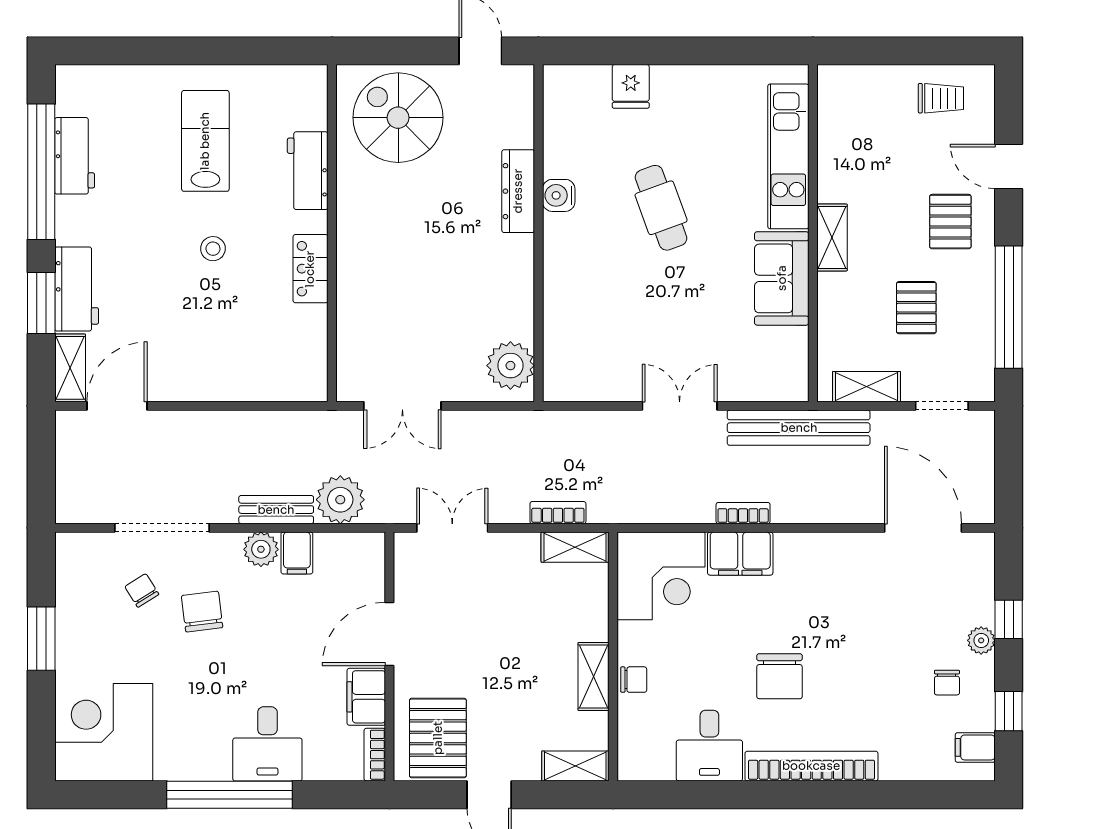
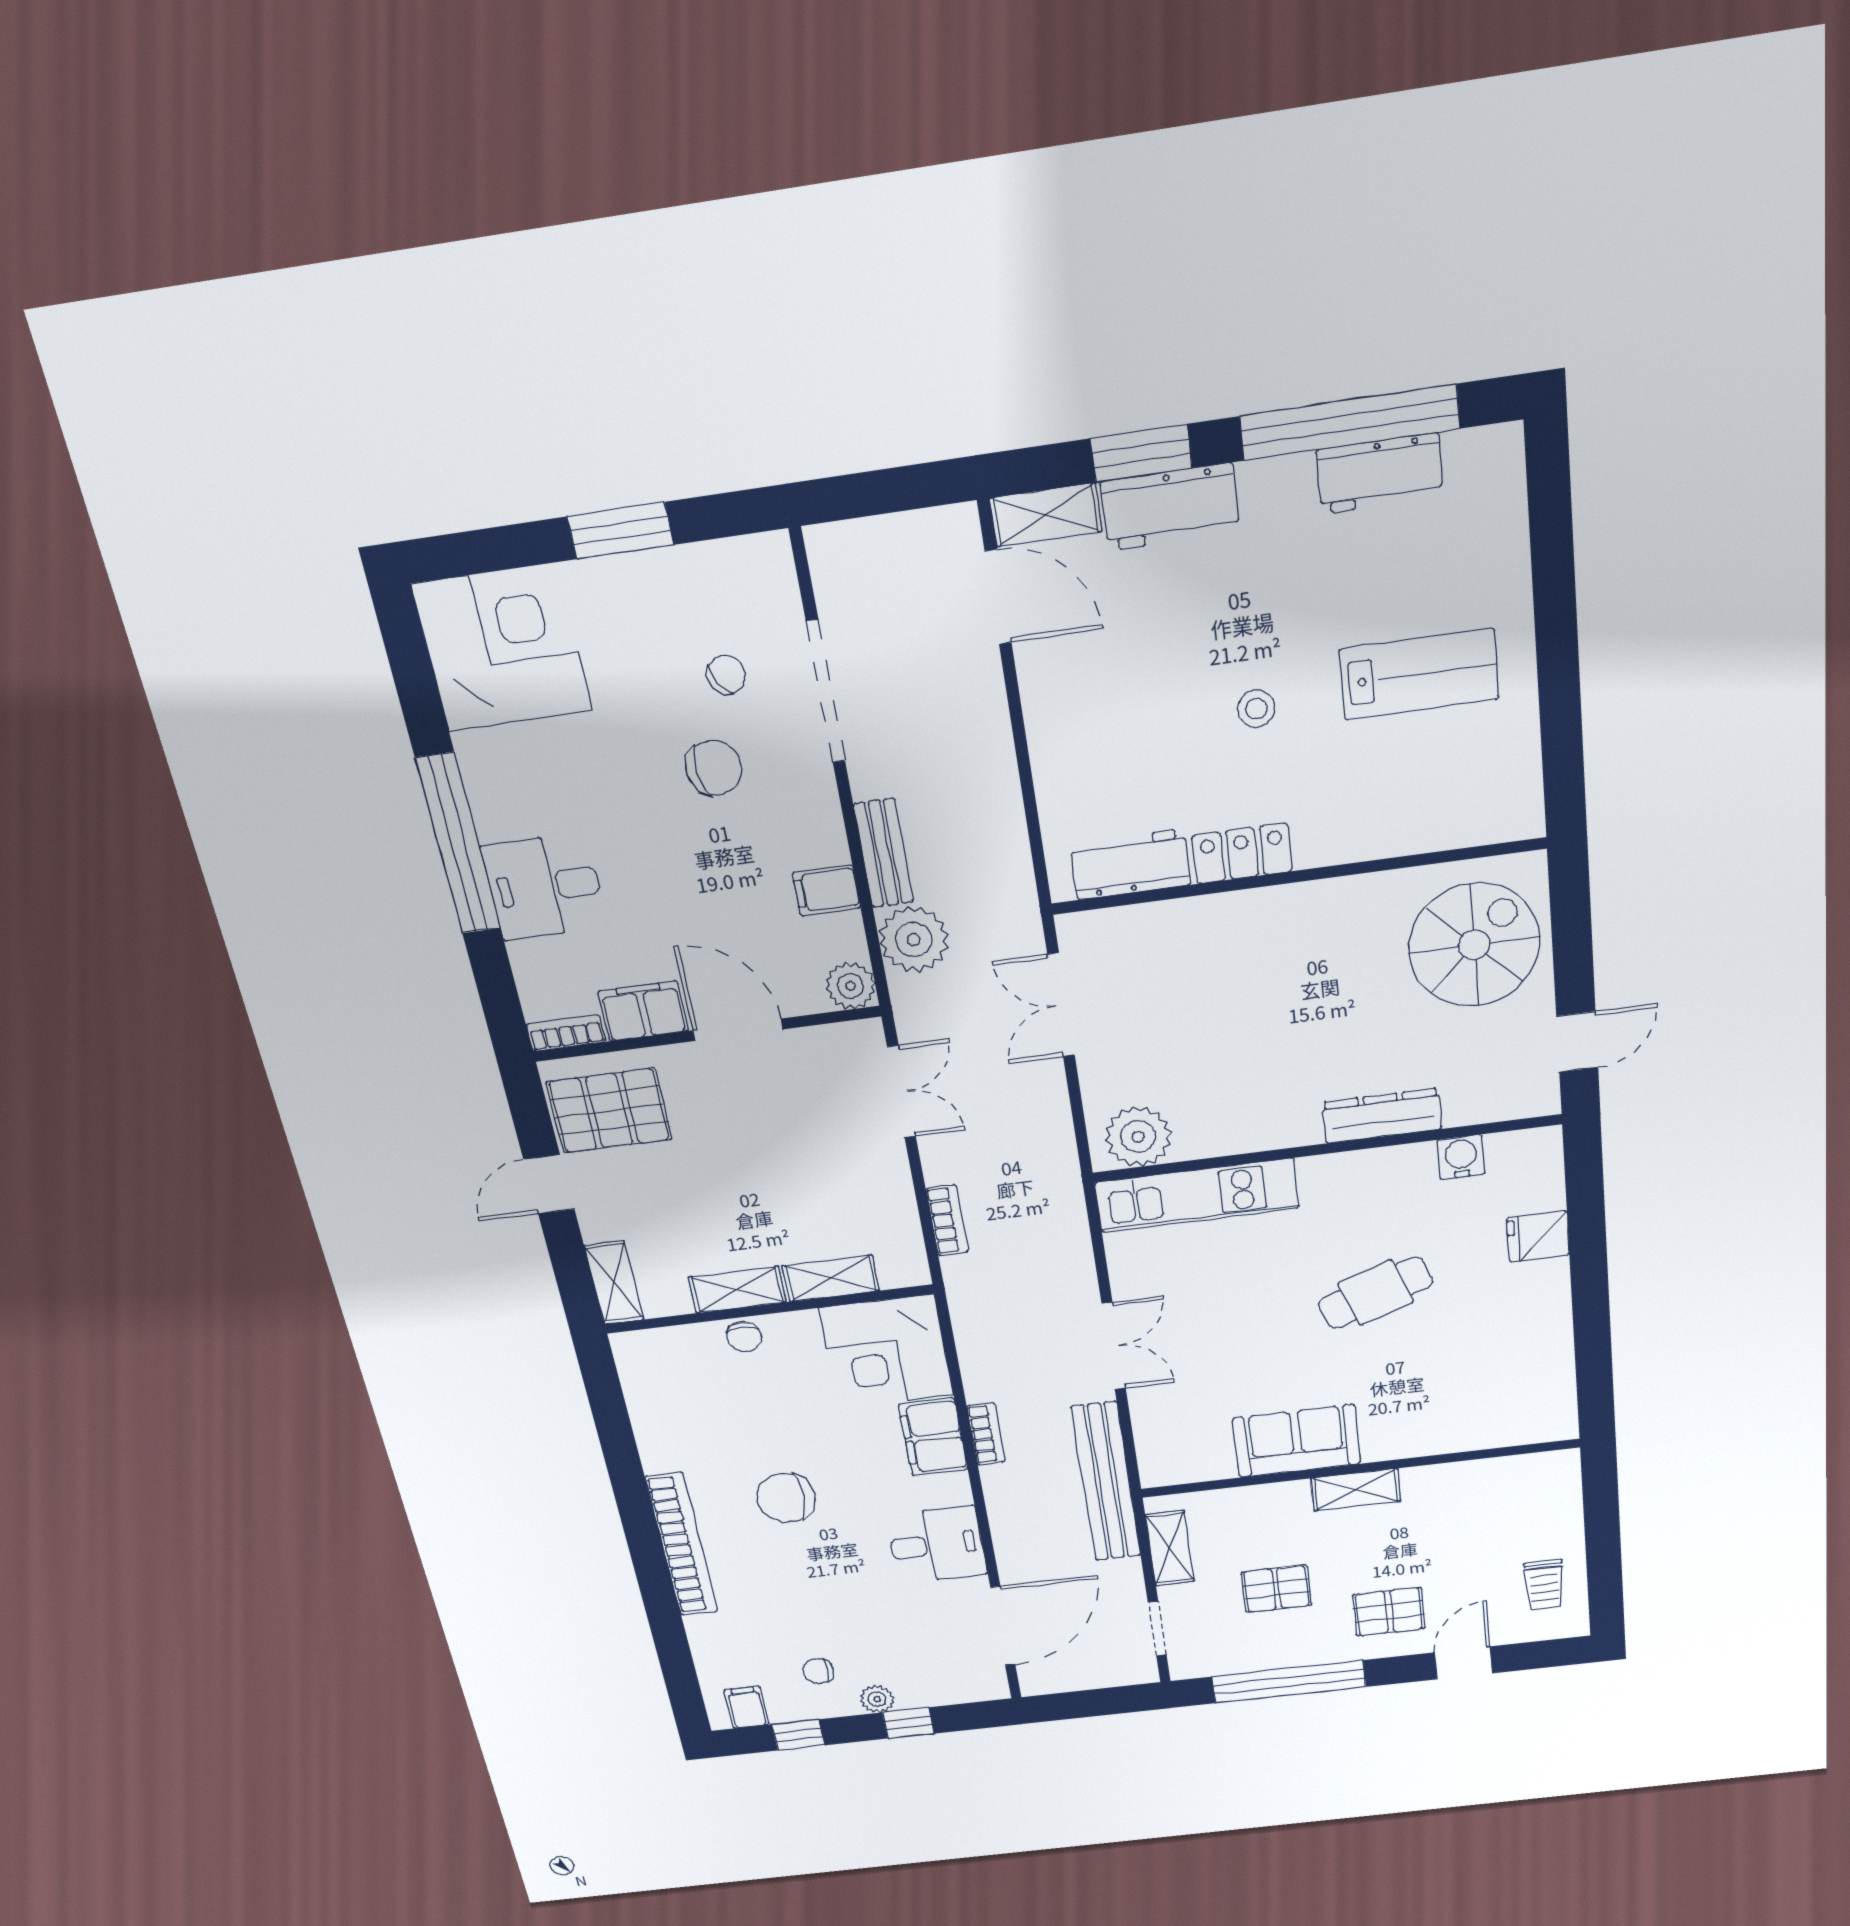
kitchen unit: (788, 156) -> (1197, 1195), moved, turned 180
workbench: (308, 171) -> (1130, 864), moved
water cooler: (559, 195) -> (1461, 1157), moved
shelving: (575, 547) -> (831, 1278), moved, turned 90
plant: (261, 549) -> (850, 986), moved
desk: (709, 746) -> (936, 1545), moved, turned 180

